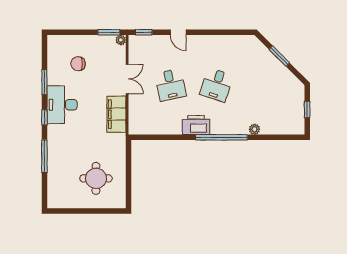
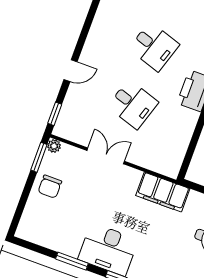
chair: (78, 64) -> (50, 187), moved
desk: (170, 85) -> (133, 104), turned 30
filing cabinet: (116, 114) -> (163, 192), moved

